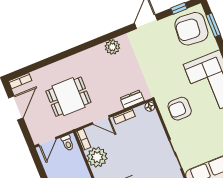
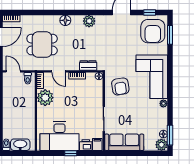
armchair: (191, 29) -> (153, 31), turned -95
floor lamp: (84, 57) -> (65, 20), added
armchair: (180, 109) -> (120, 86), turned -99
door: (47, 142) -> (13, 71), swing flipped

